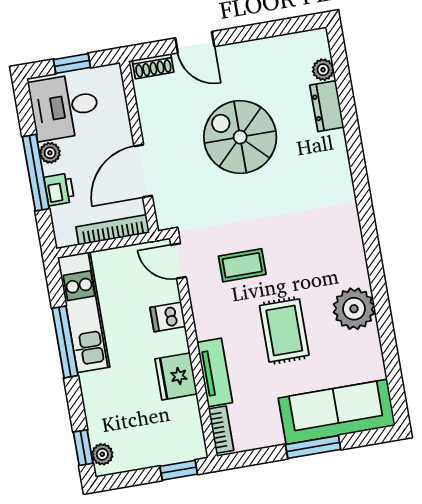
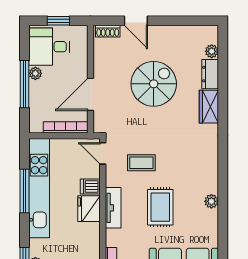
spiral stairs: (240, 137) -> (154, 84), turned 90
wardrobe: (334, 158) -> (209, 107), added
printer: (59, 189) -> (37, 97), removed
plant: (354, 309) -> (211, 201), width x0.53, depth x0.53
kitchen unit: (84, 312) -> (39, 188), width x1.36
tv unit: (215, 372) -> (113, 208), moved
fridge: (176, 376) -> (89, 209), moved

